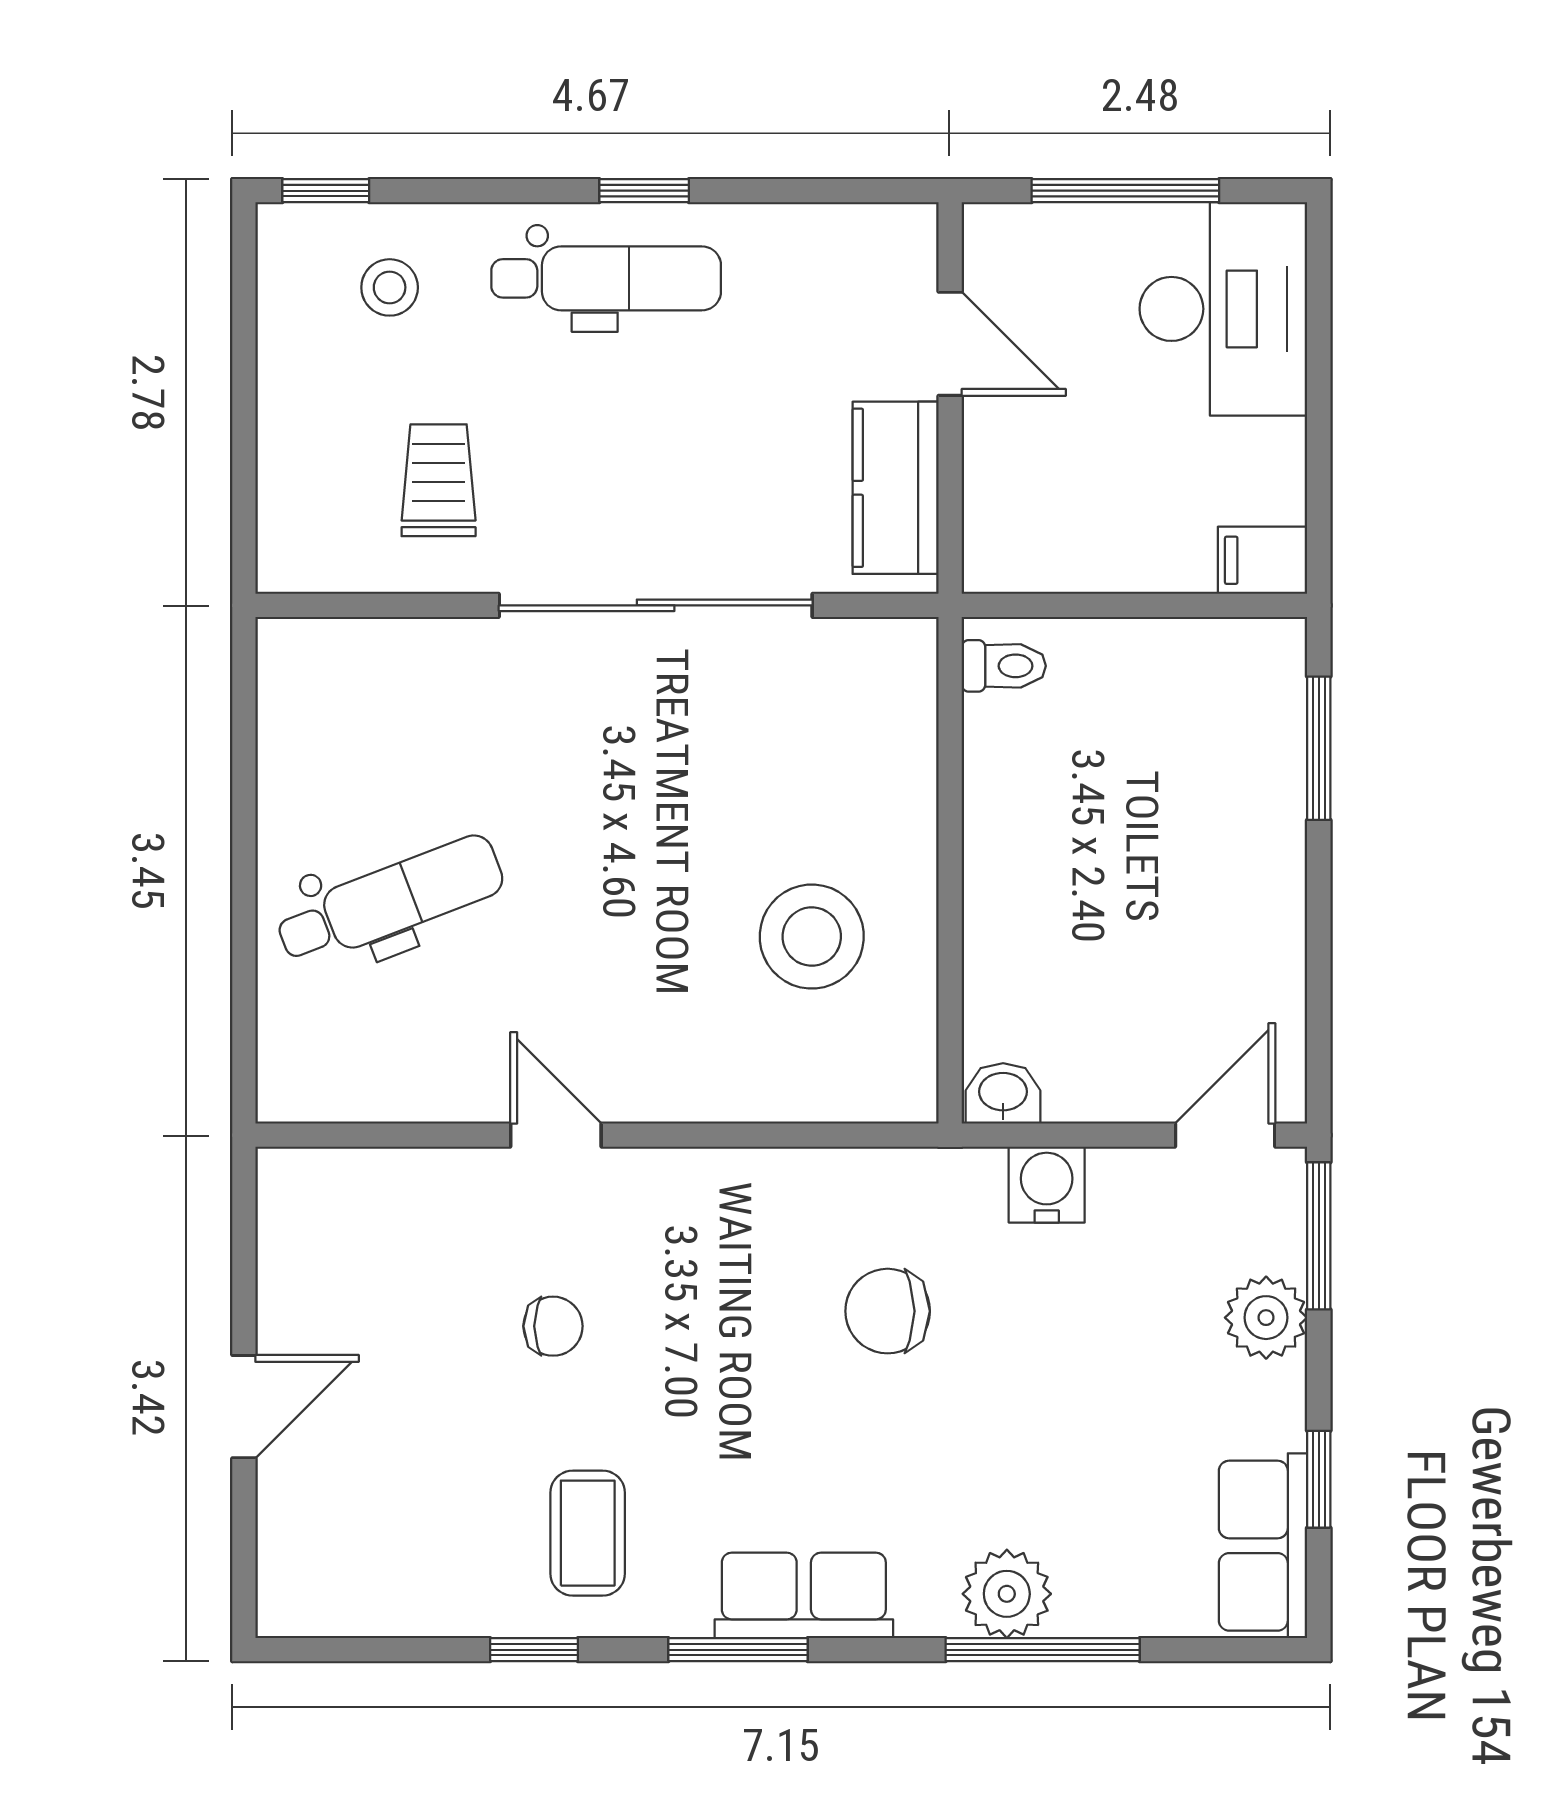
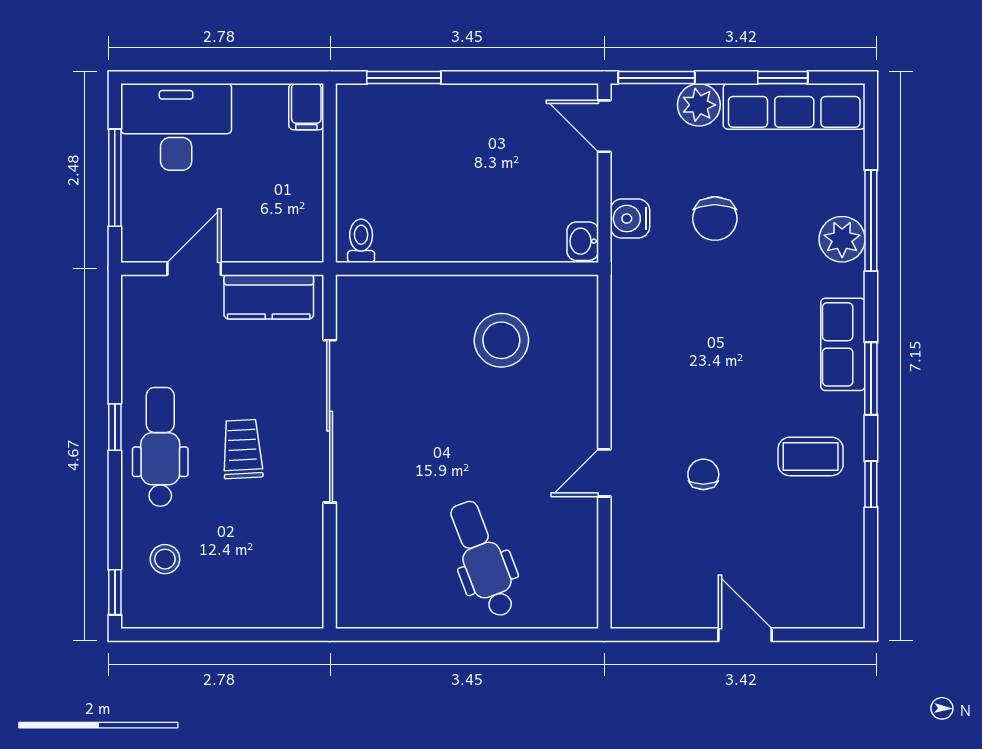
trolley: (439, 480) -> (242, 449), moved, turned 87
chair: (888, 1311) -> (715, 219), moved
row of seats: (1263, 1546) -> (794, 106), width x1.48

